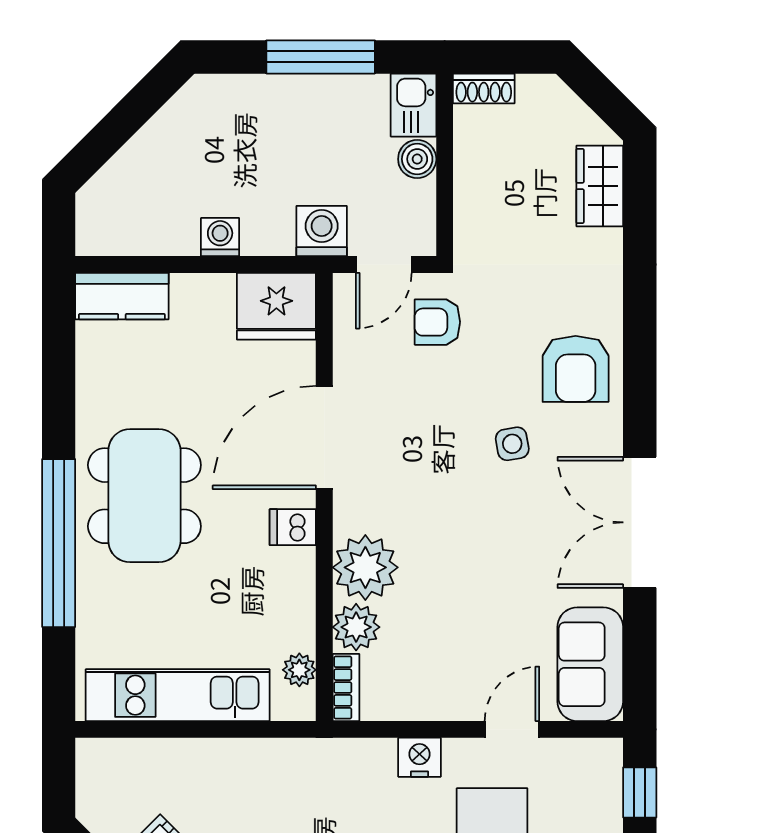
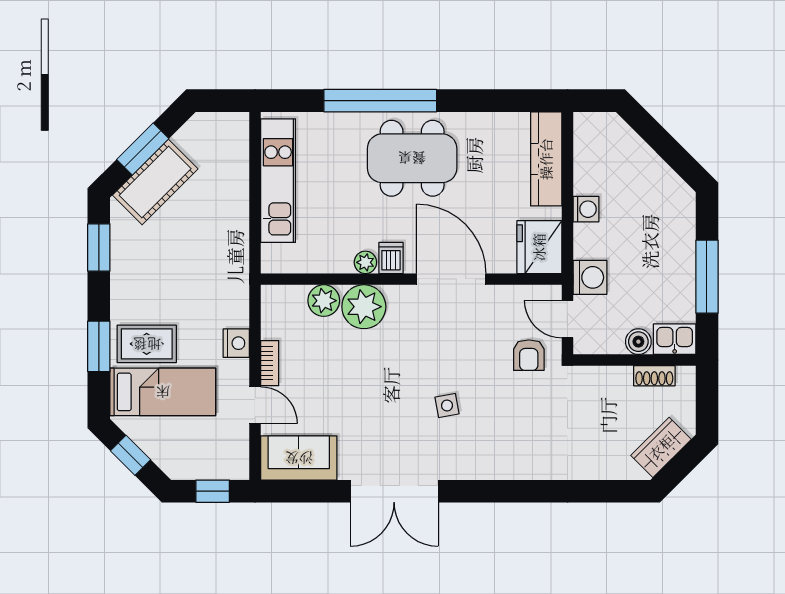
shoe rack: (484, 89) -> (654, 376), moved, turned -90
wardrobe: (600, 186) -> (661, 447), moved, turned -45
kitchen counter: (122, 296) -> (546, 159), width x1.50
armchair: (437, 322) -> (529, 355), turned 180
armchair: (576, 369) -> (497, 448), removed
double door: (640, 522) -> (394, 491), swing flipped
plant: (299, 670) -> (365, 262), moved
bookcase: (346, 687) -> (270, 363), moved, turned -90

